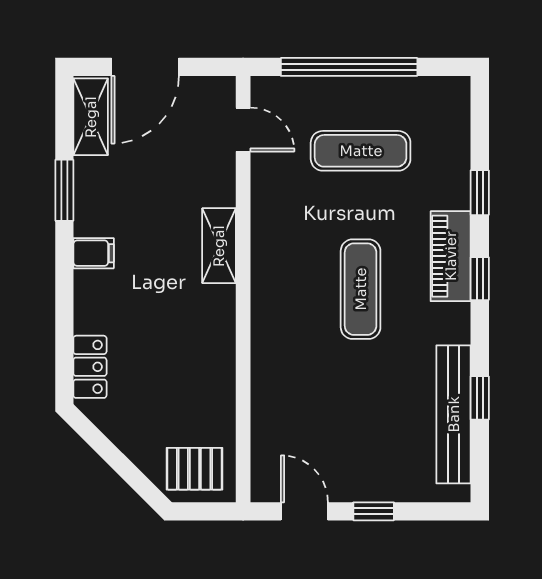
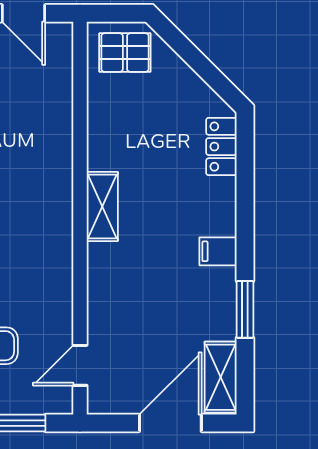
door: (243, 130) -> (80, 365), hinge flipped
shelving: (219, 246) -> (102, 207), moved

